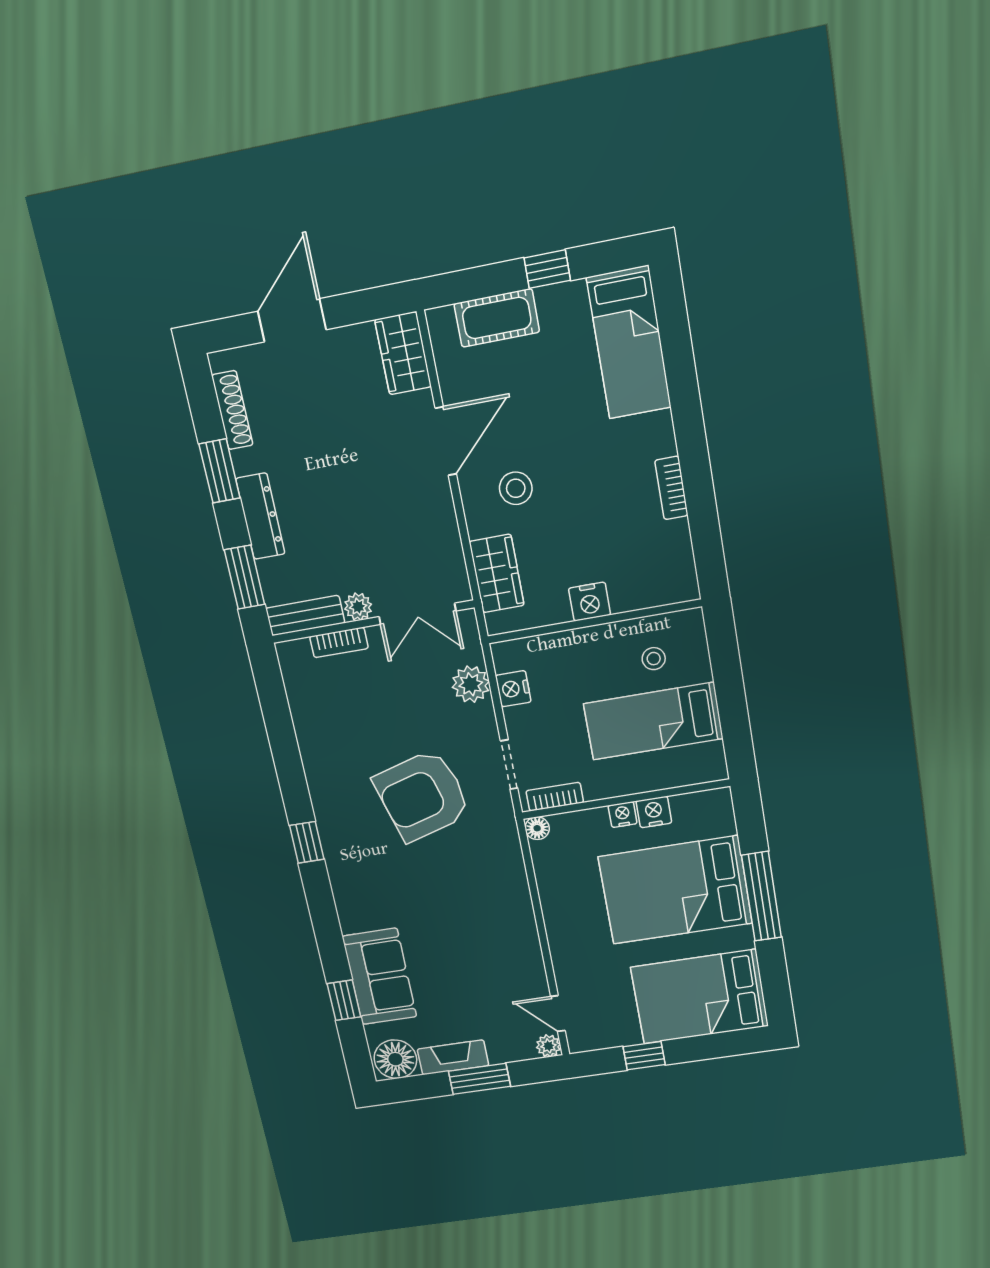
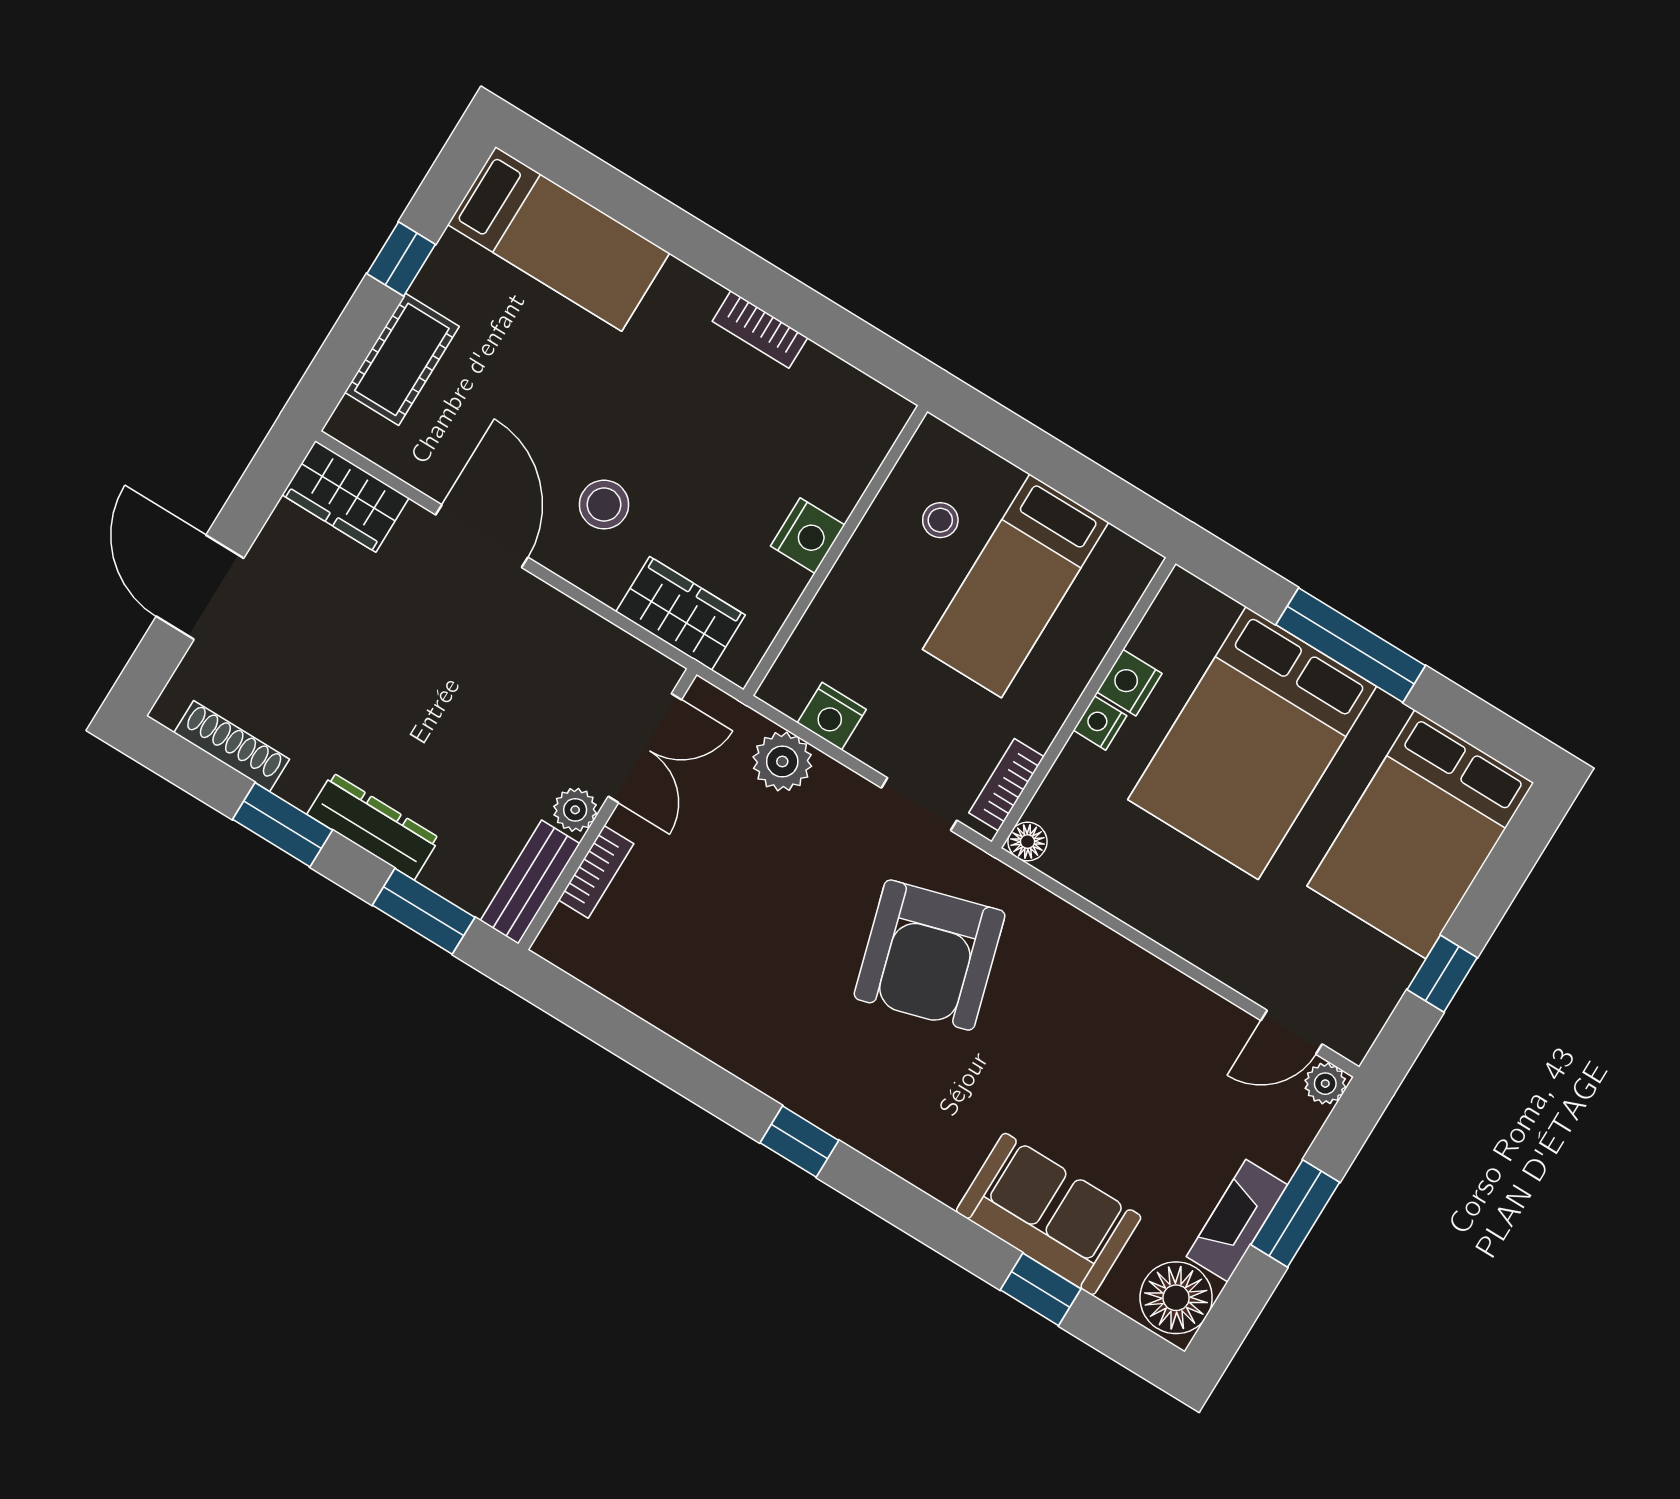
armchair: (422, 796) -> (930, 955), moved

